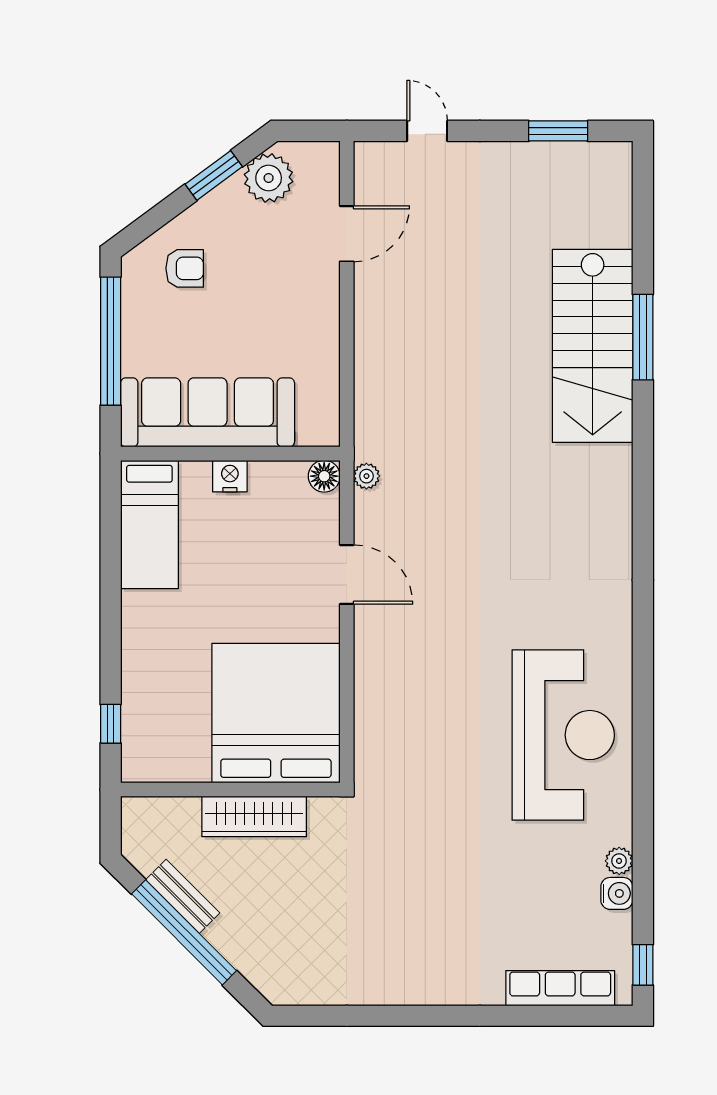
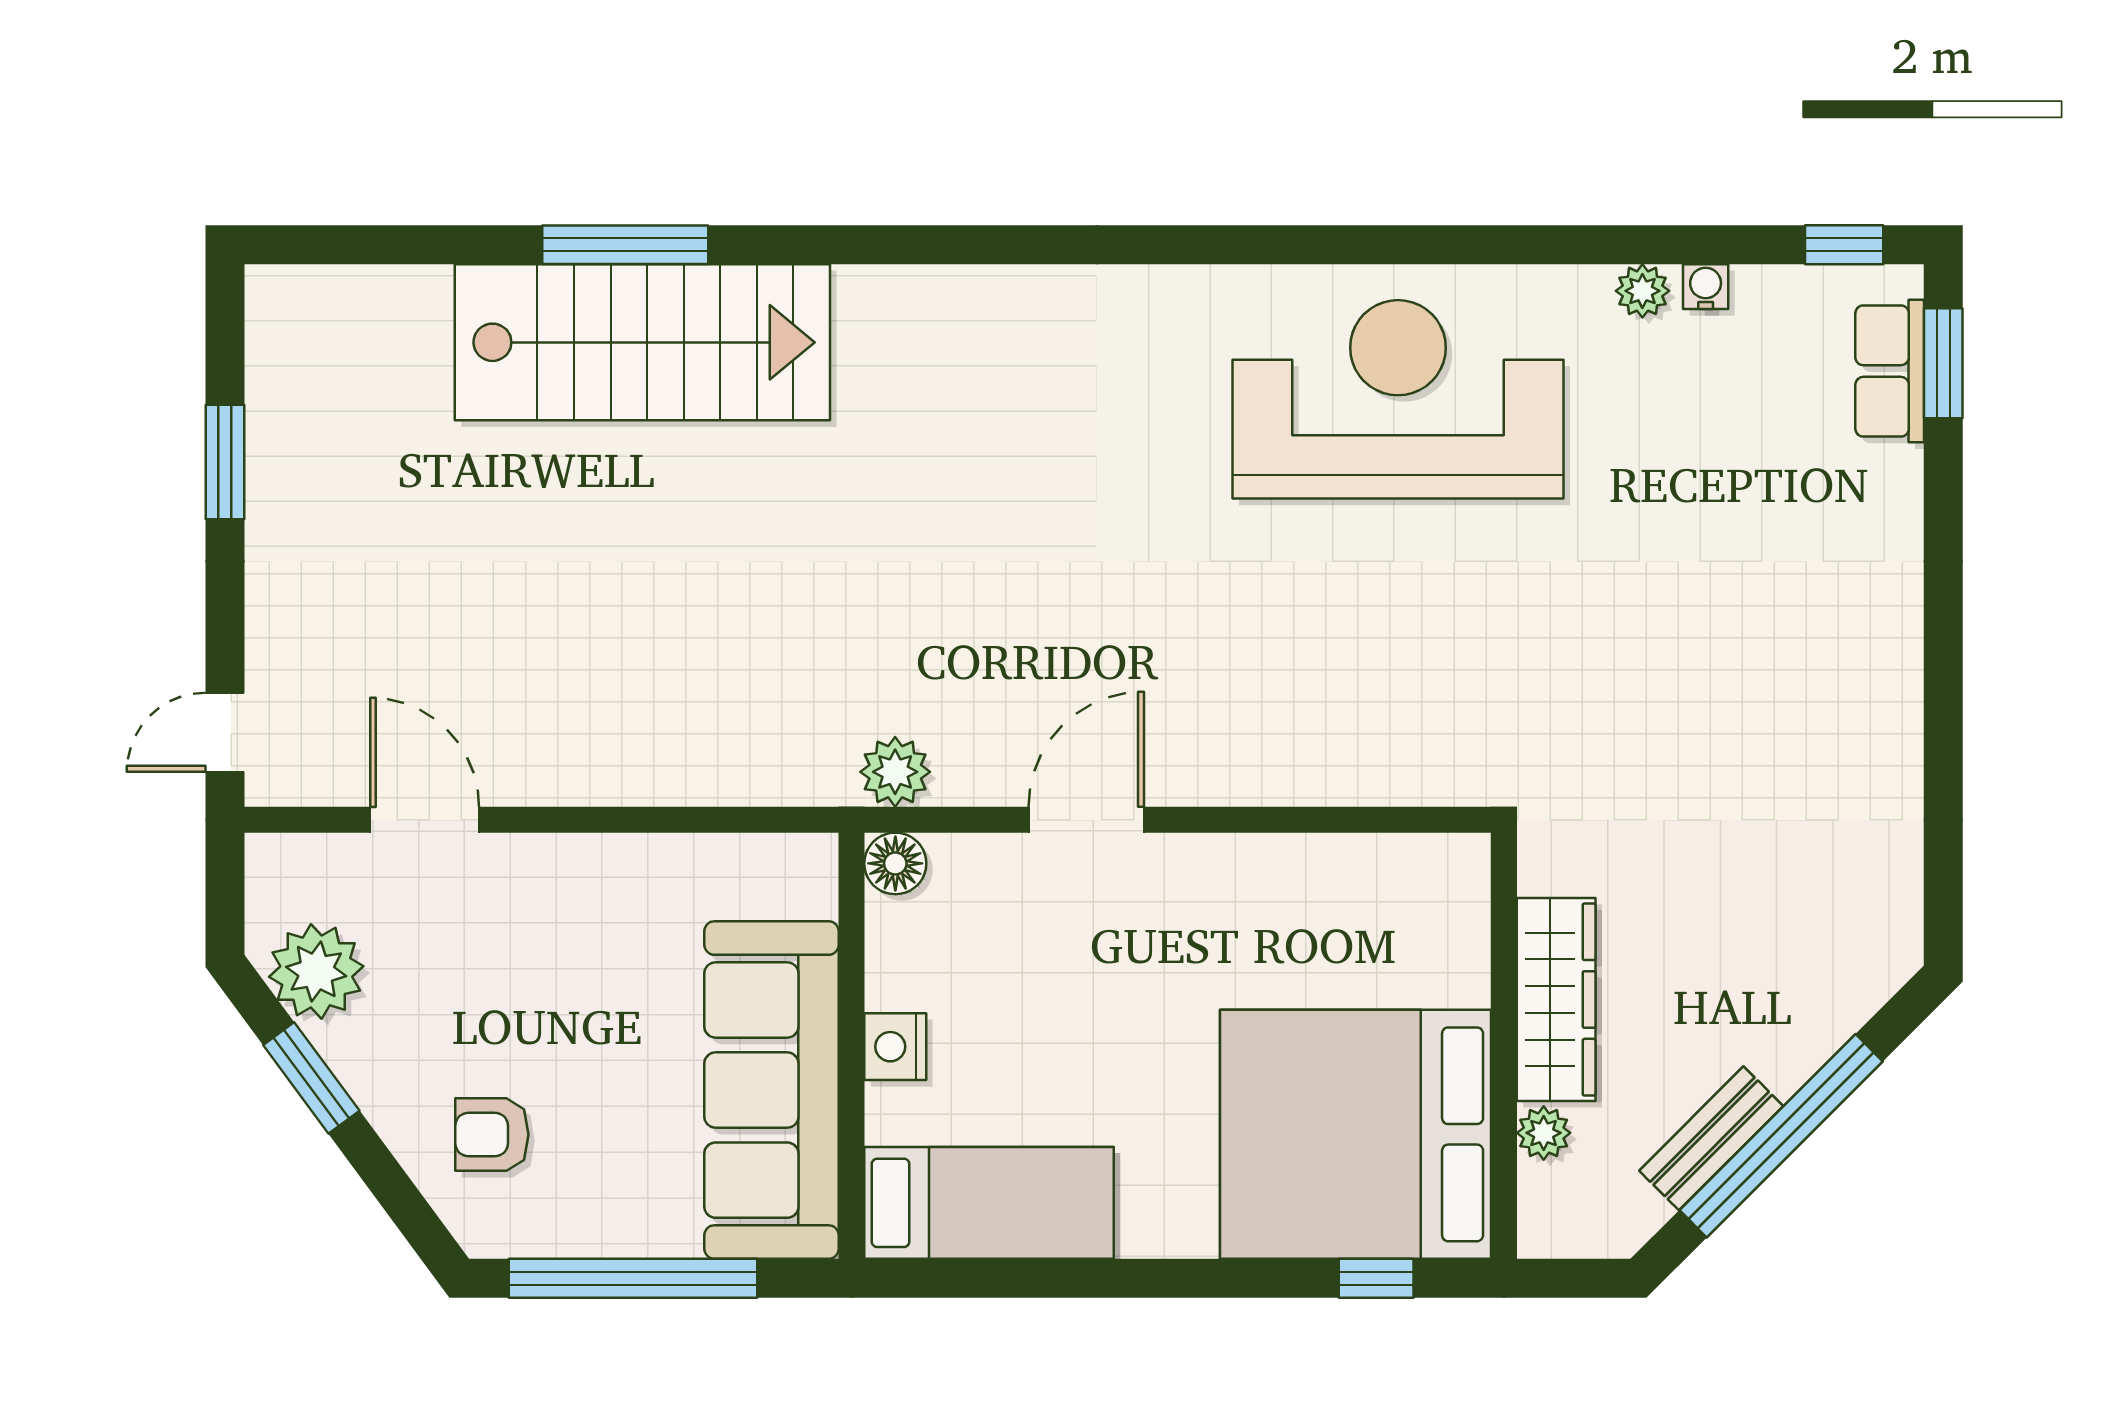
door: (427, 131) -> (225, 732), moved
window: (558, 131) -> (225, 462), moved
armchair: (185, 268) -> (492, 1135), turned -90
plant: (366, 476) -> (895, 772), width x1.38, depth x1.38
bed: (276, 713) -> (1356, 1134), moved
plant: (185, 810) -> (1544, 1133), added
water cooler: (617, 893) -> (1706, 287), width x0.72, depth x0.72
row of seats: (560, 988) -> (1890, 371), width x0.68
window: (582, 1016) -> (1943, 363), added

